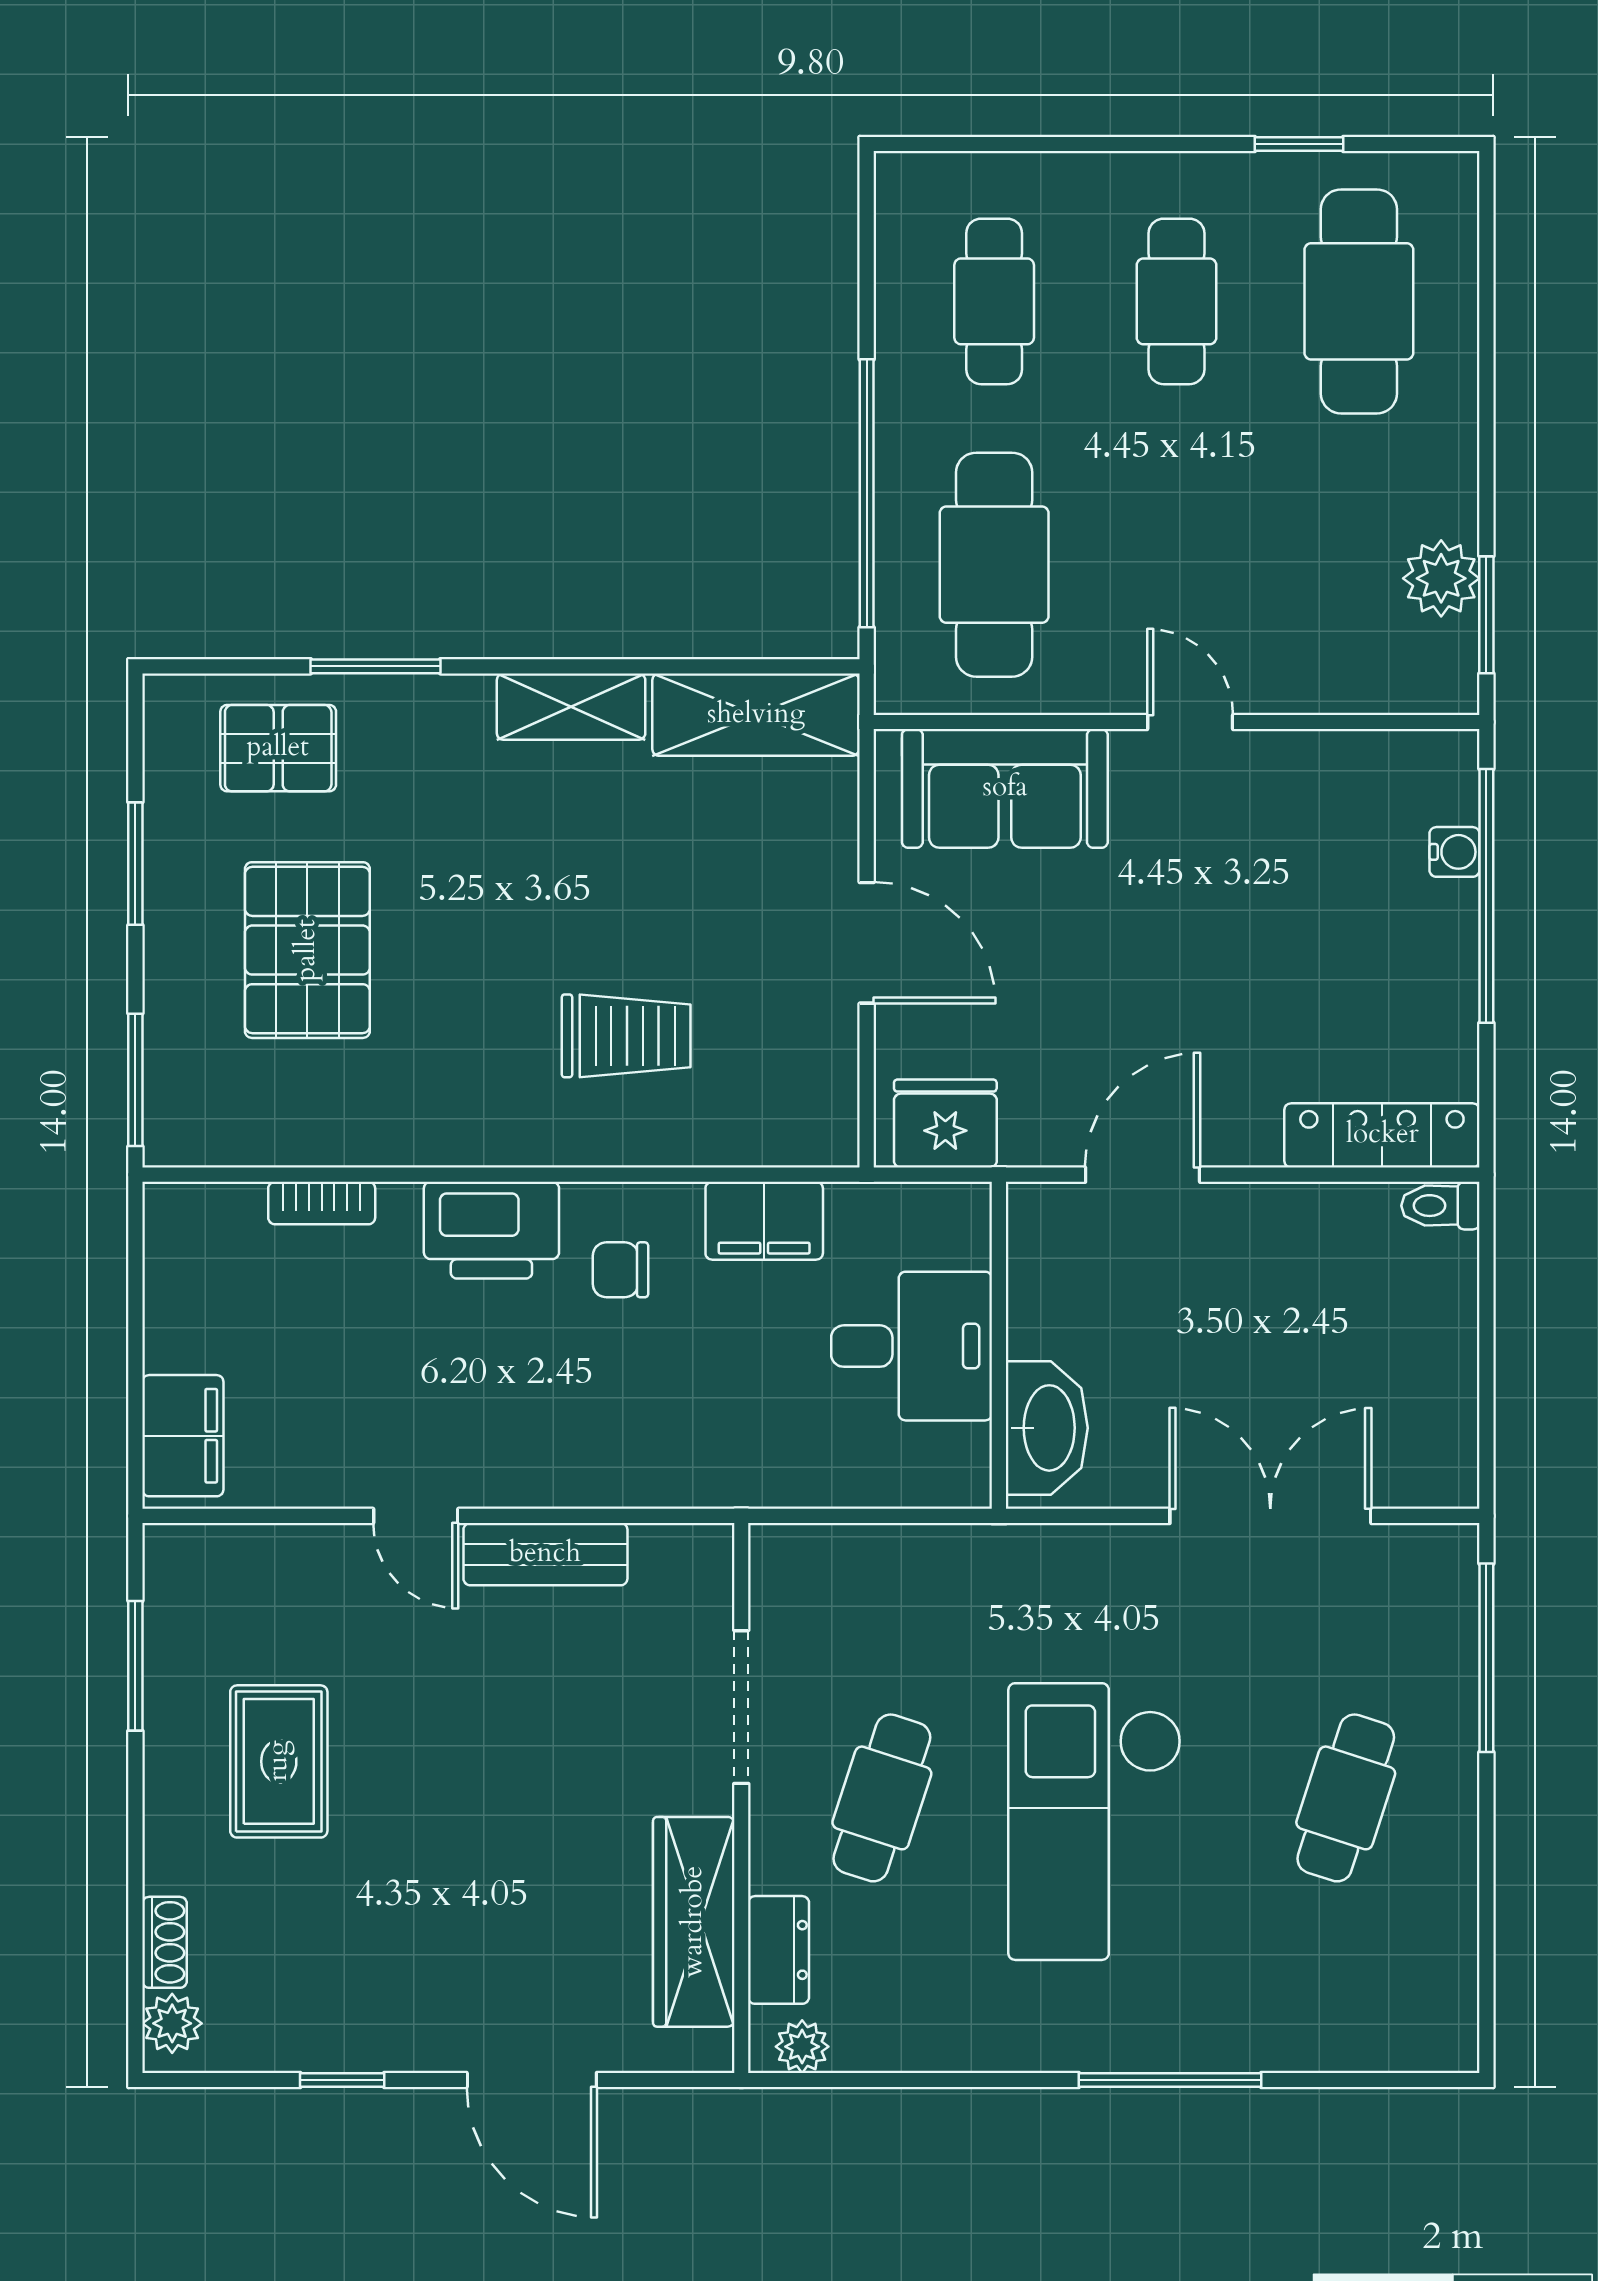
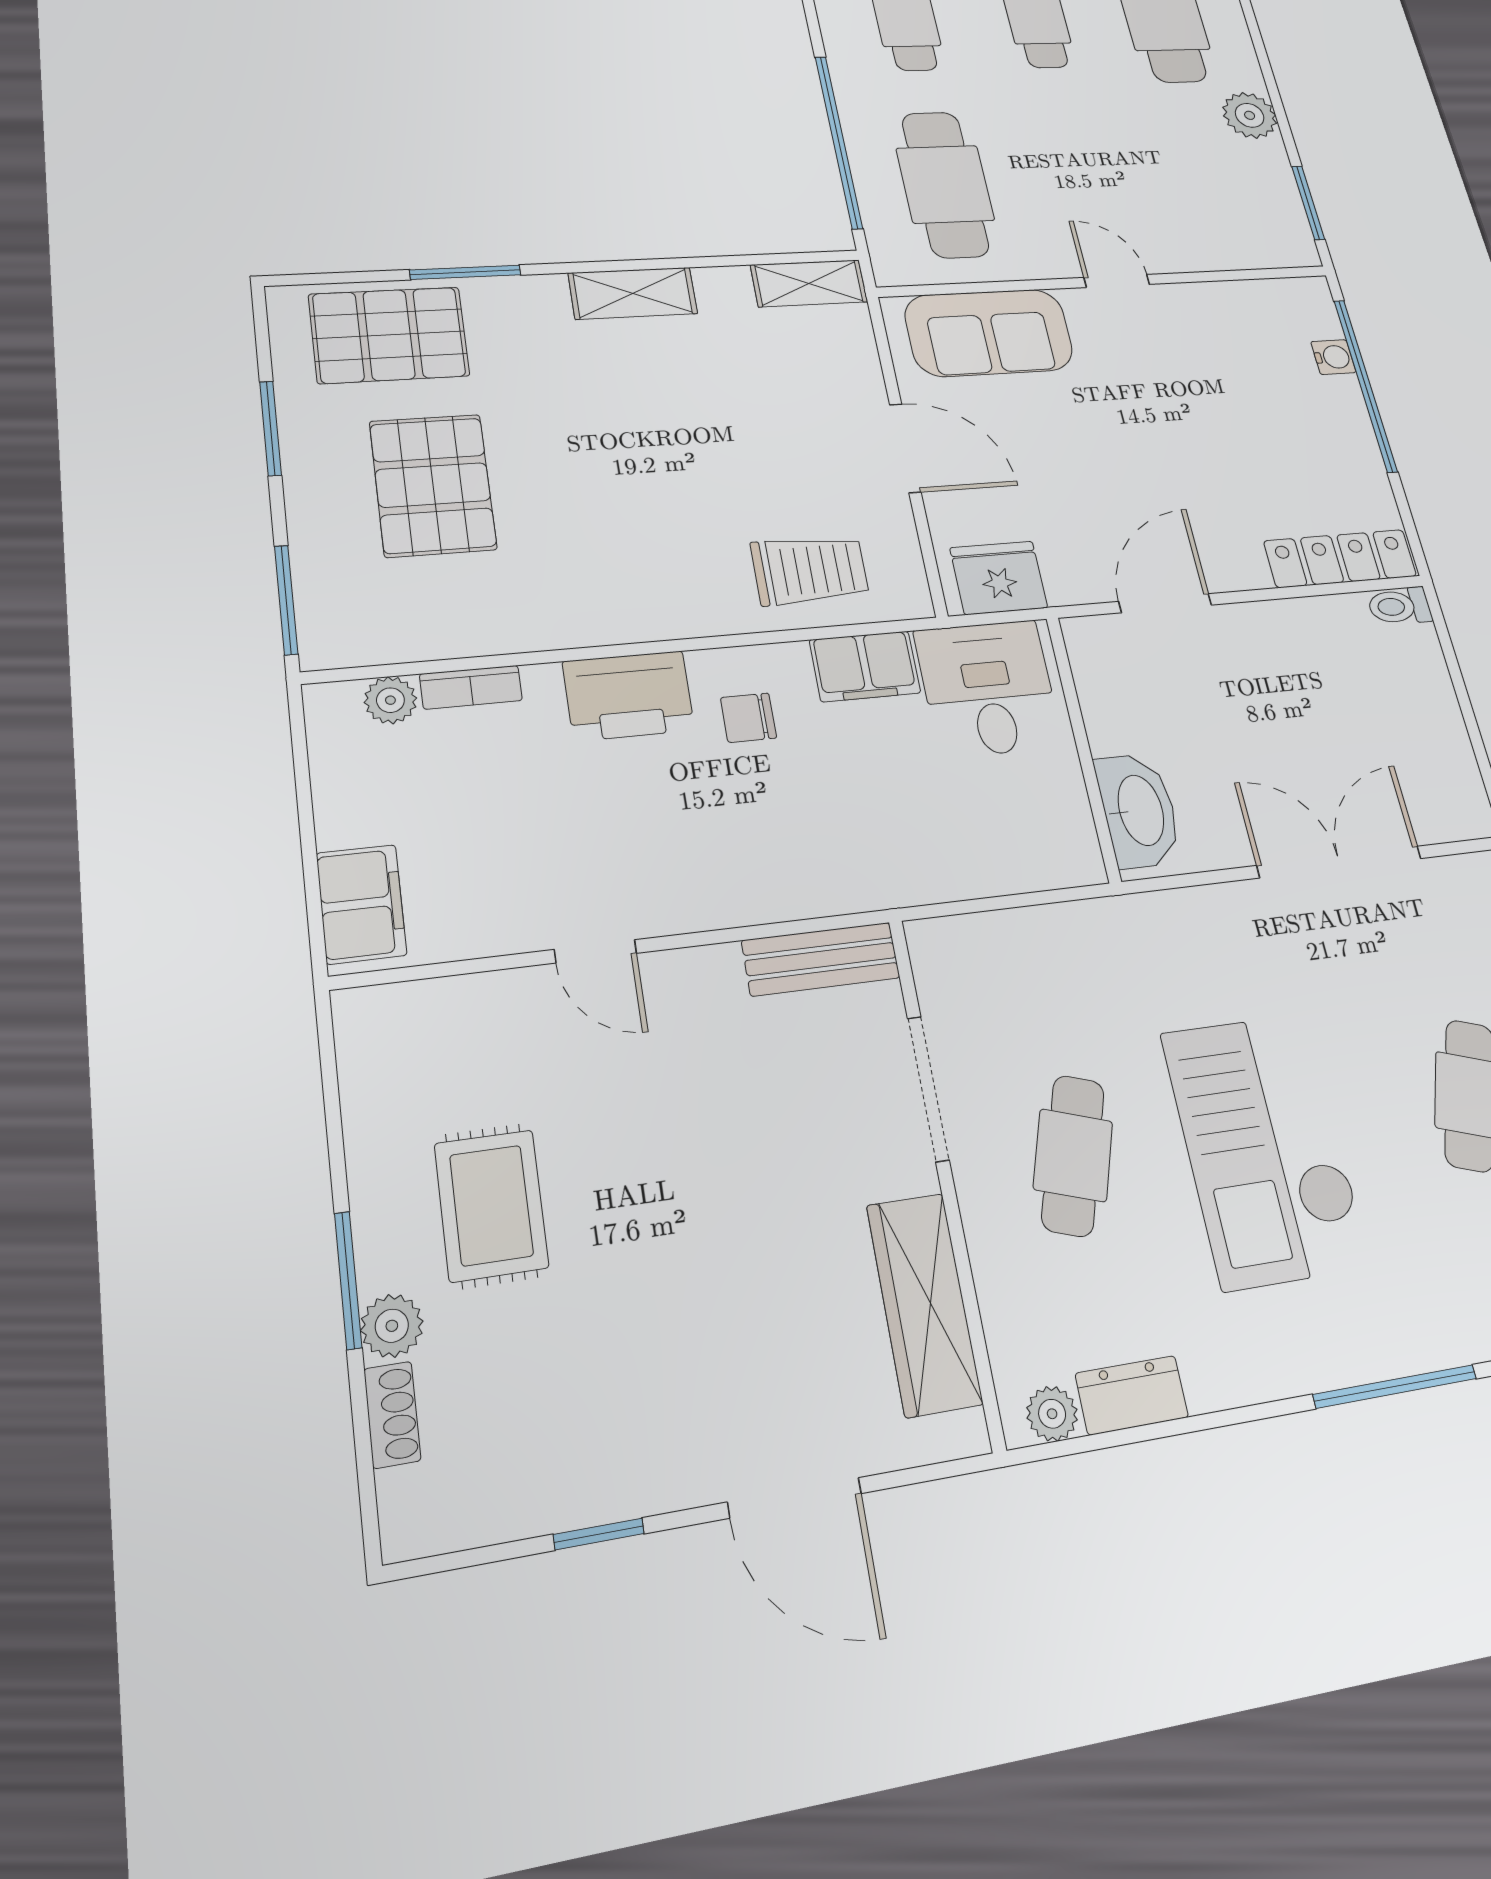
plant: (1441, 578) -> (1250, 115), moved
shelving: (756, 715) -> (809, 283), width x0.67, depth x0.75
pallet: (278, 748) -> (389, 335), width x1.50, depth x1.42
trolley: (626, 1036) -> (810, 570), moved
plant: (235, 1210) -> (390, 700), added
desk: (912, 1346) -> (988, 688), moved, turned -90
bench: (545, 1554) -> (821, 959), moved
window: (135, 1666) -> (348, 1280), moved
dresser: (779, 1950) -> (1132, 1395), moved, turned -90
plant: (172, 2023) -> (392, 1326), moved

